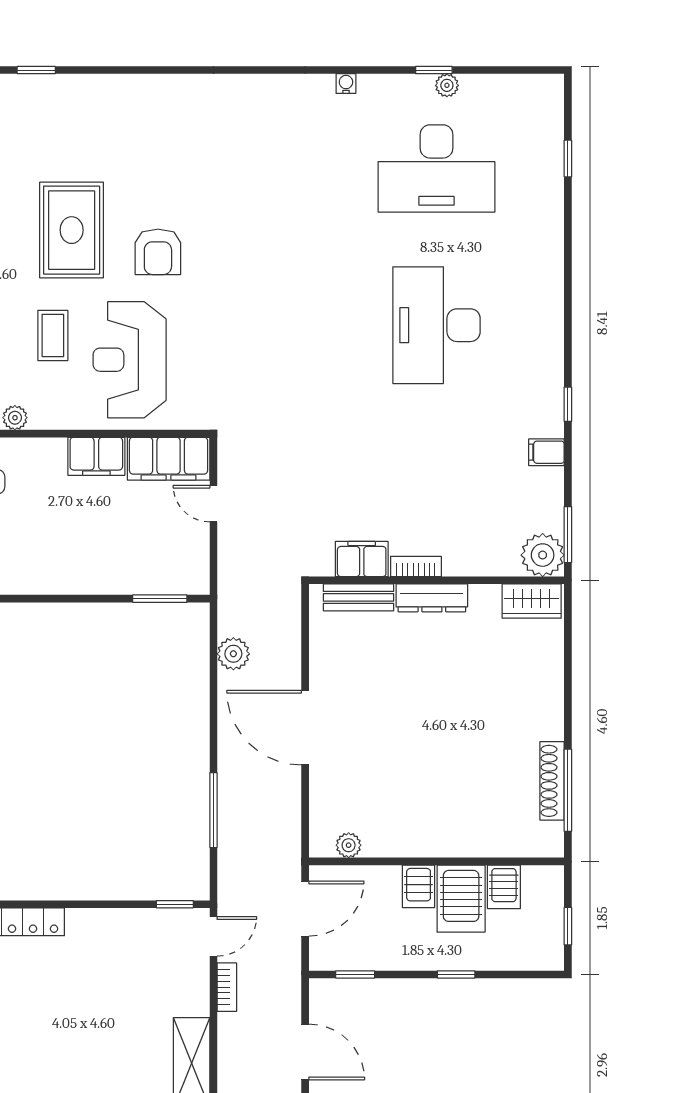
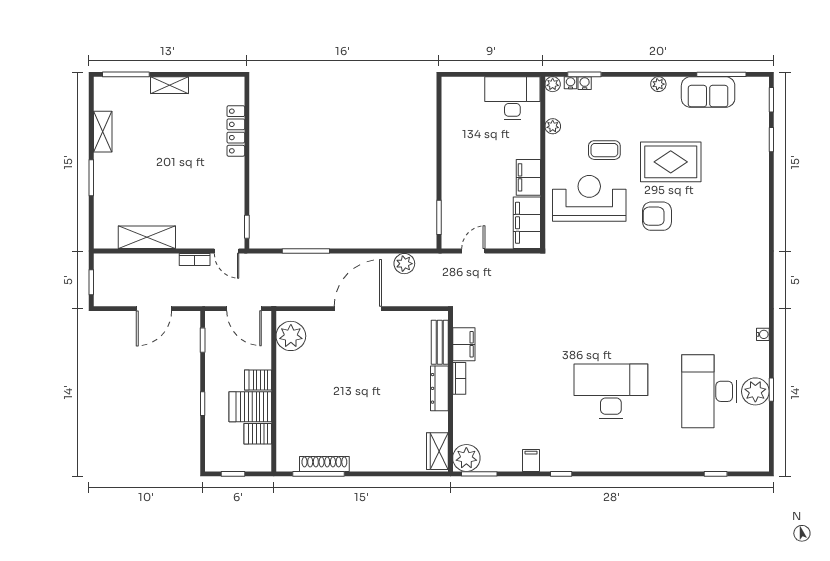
plant: (447, 85) -> (755, 391), width x1.87, depth x1.87
door: (213, 504) -> (473, 251), moved
plant: (349, 845) -> (291, 336), width x1.88, depth x1.88

